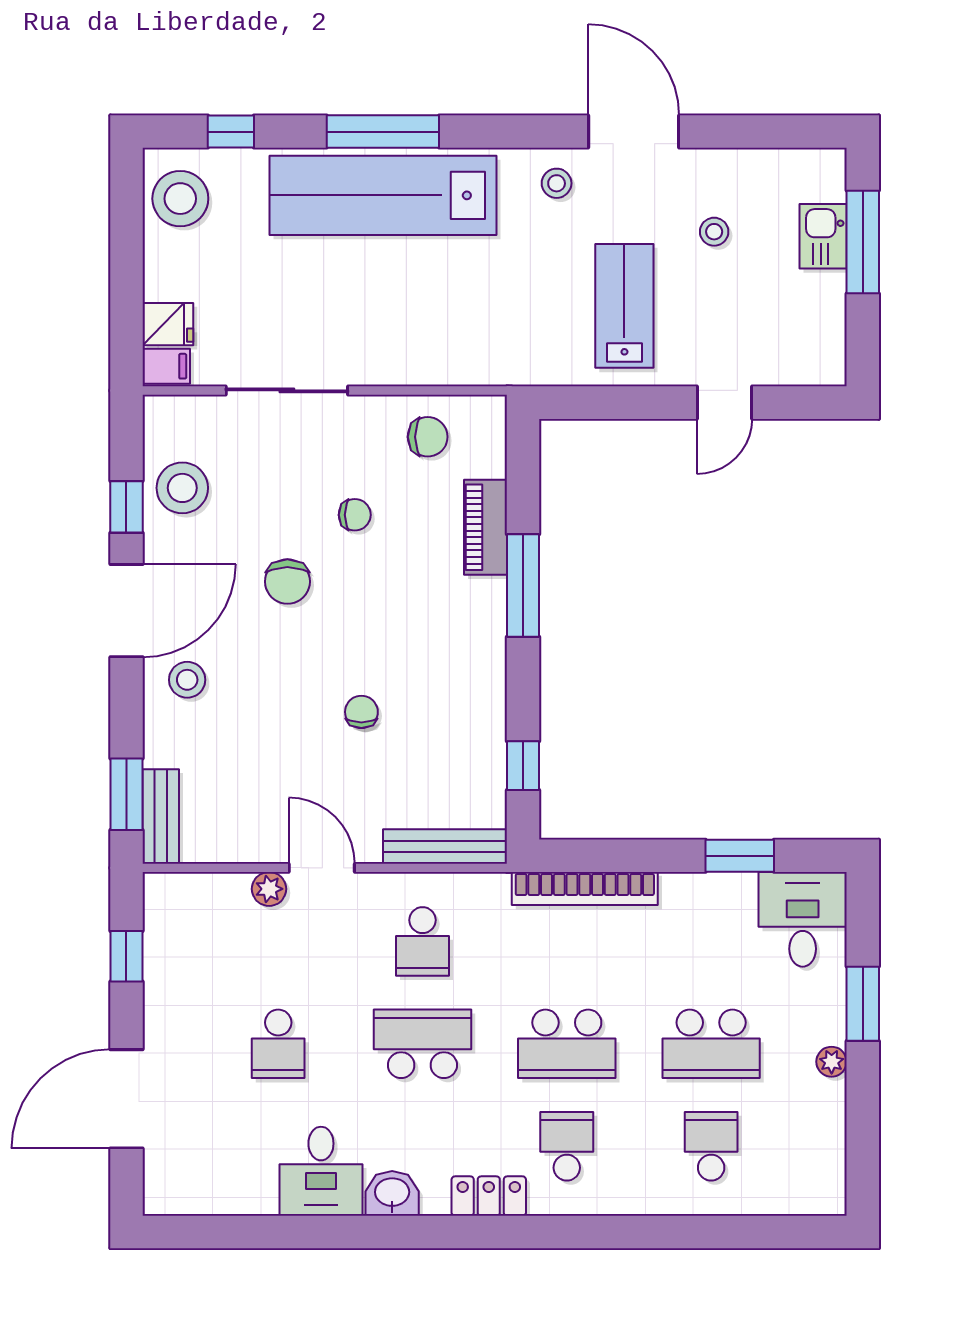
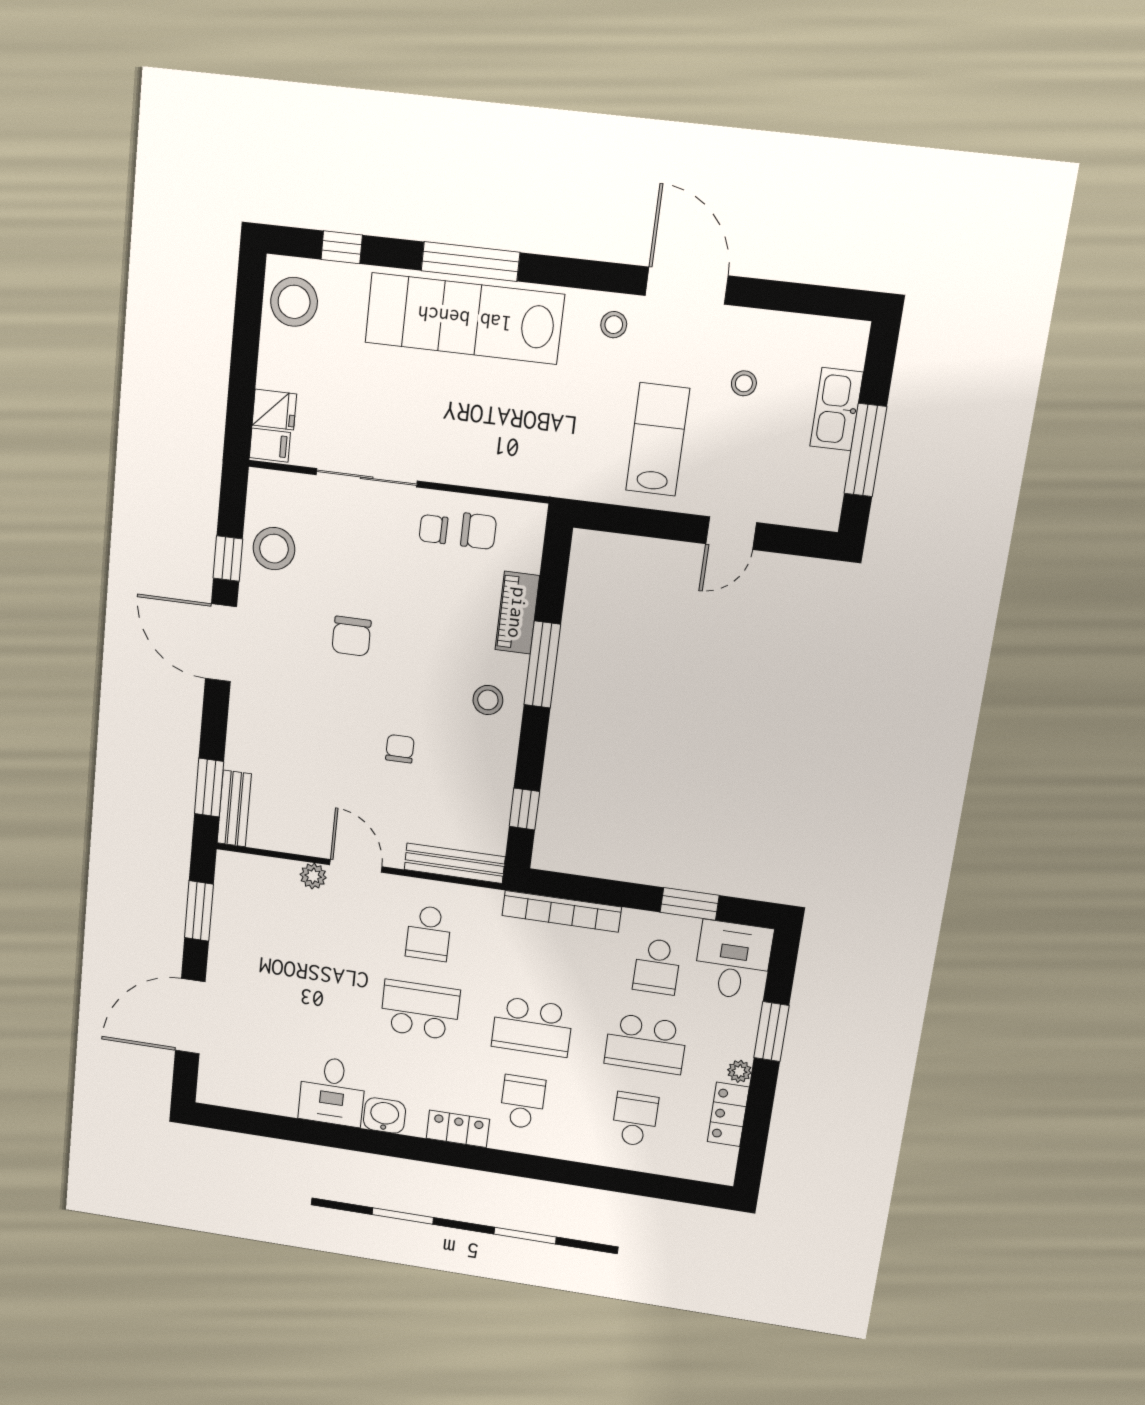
kitchen sink: (823, 236) -> (837, 409), width x1.38
window: (863, 242) -> (865, 450), moved
chair: (355, 515) -> (433, 529), moved, turned 180
door: (126, 611) -> (221, 643), swing flipped
stool: (187, 680) -> (488, 700), moved
window: (126, 956) -> (199, 911), width x1.50
school desk: (278, 1044) -> (657, 966), moved
locker: (826, 1121) -> (728, 1114), added

